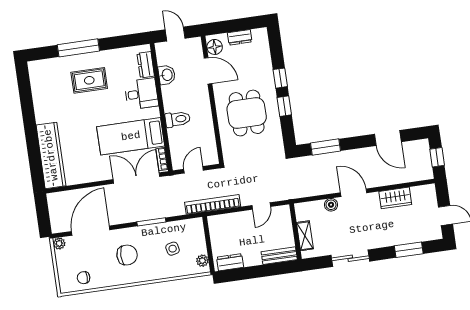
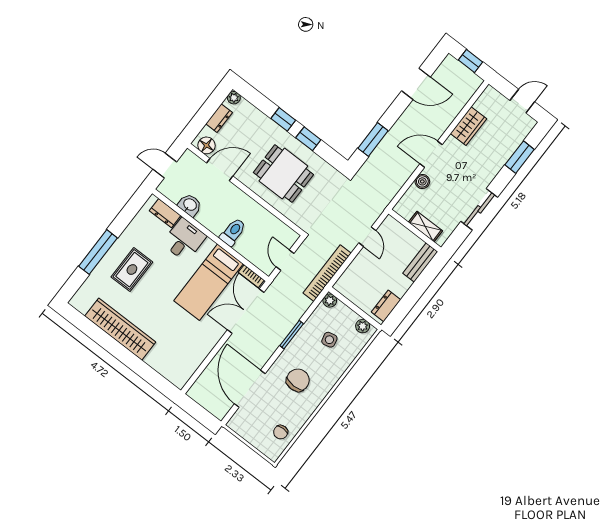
plant: (262, 33) -> (234, 98), added
wardrobe: (51, 155) -> (120, 329), moved
plant: (59, 243) -> (330, 301), moved

